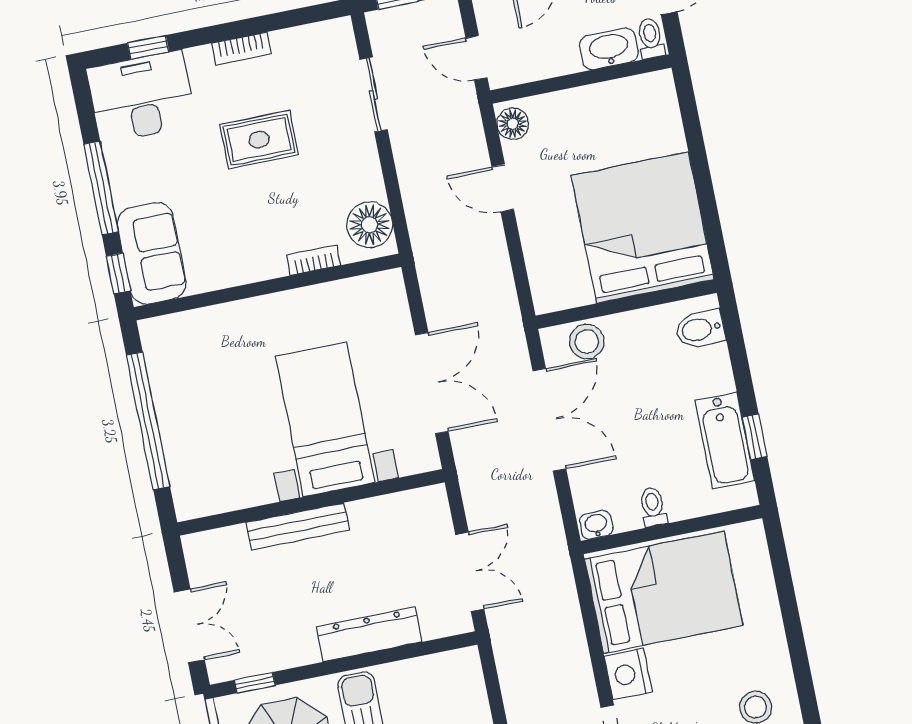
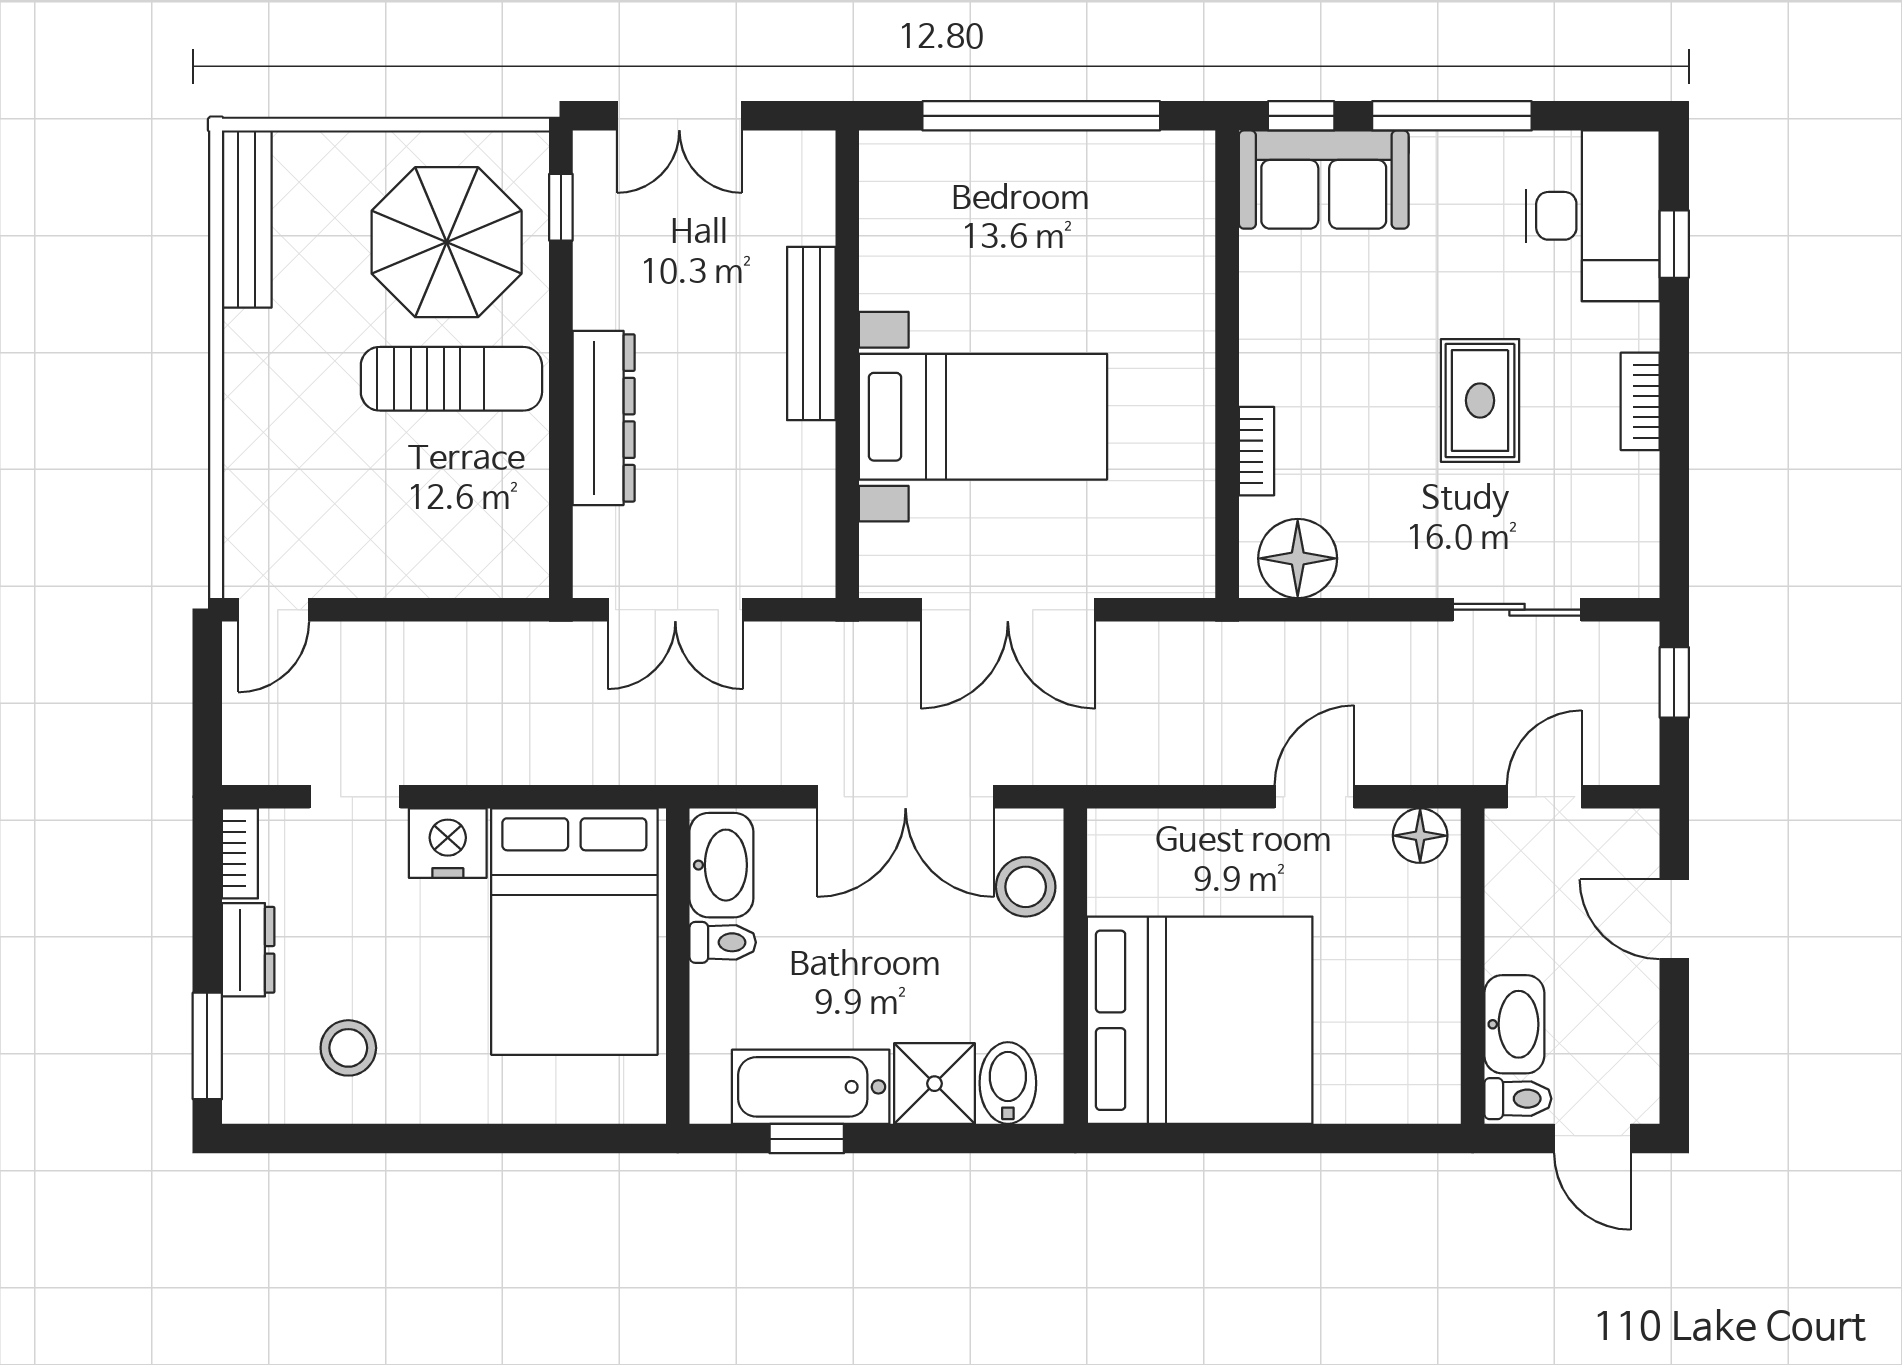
shower: (709, 371) -> (934, 1084), added
washbasin: (596, 525) -> (721, 865), width x1.91, depth x1.45

